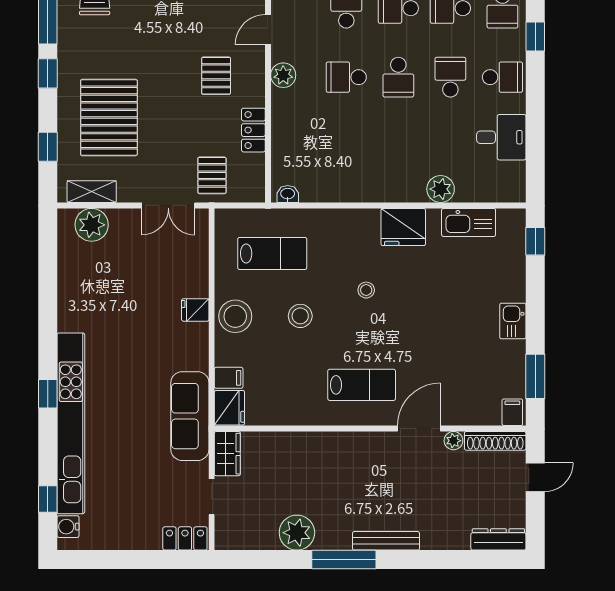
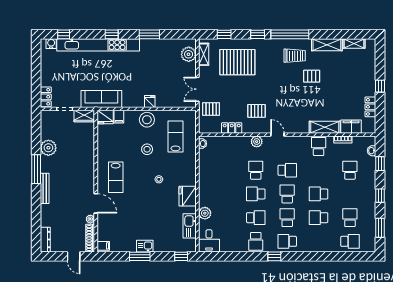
desk: (501, 137) -> (209, 241), moved
lab bench: (272, 253) -> (175, 137), turned 180
window: (48, 311) -> (149, 34), added
window: (535, 376) -> (140, 256), moved

